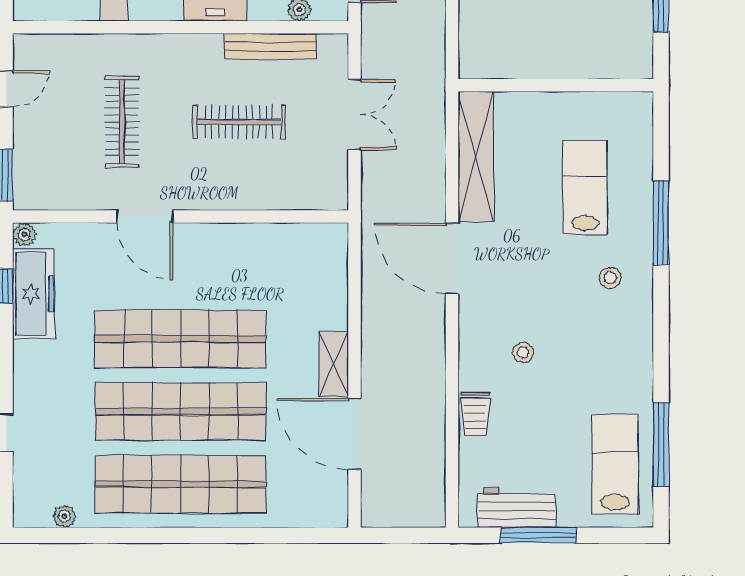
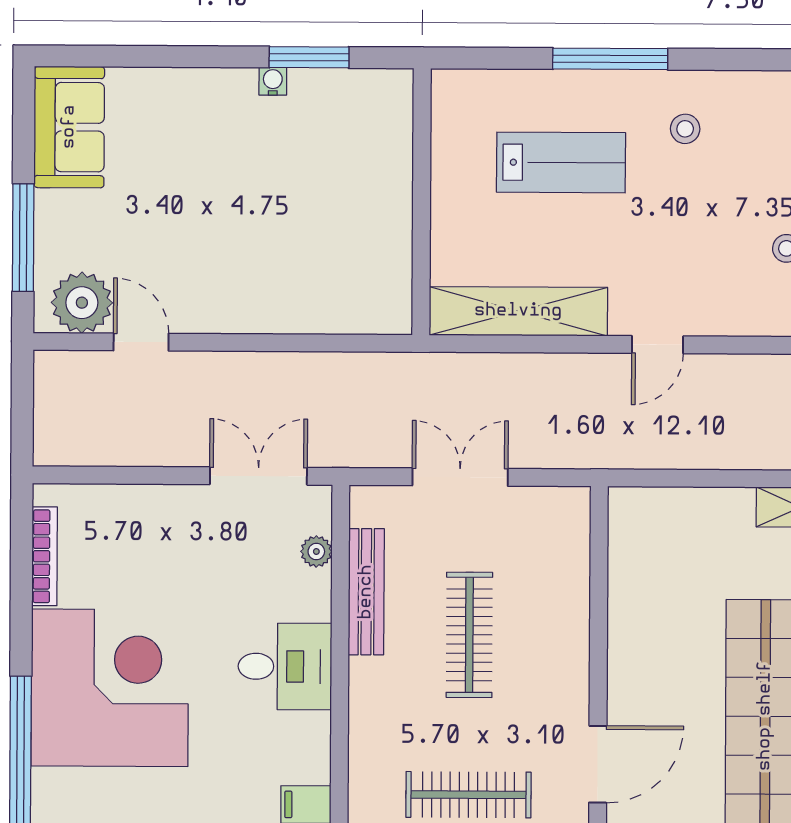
lab bench: (585, 187) -> (561, 162), turned 180
door: (452, 259) -> (658, 345), width x0.53

